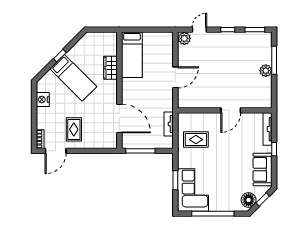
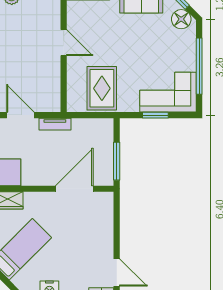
tv unit: (169, 124) -> (55, 124), moved
rug: (74, 129) -> (89, 249), removed
rug: (196, 140) -> (102, 88), width x1.36, depth x1.43

